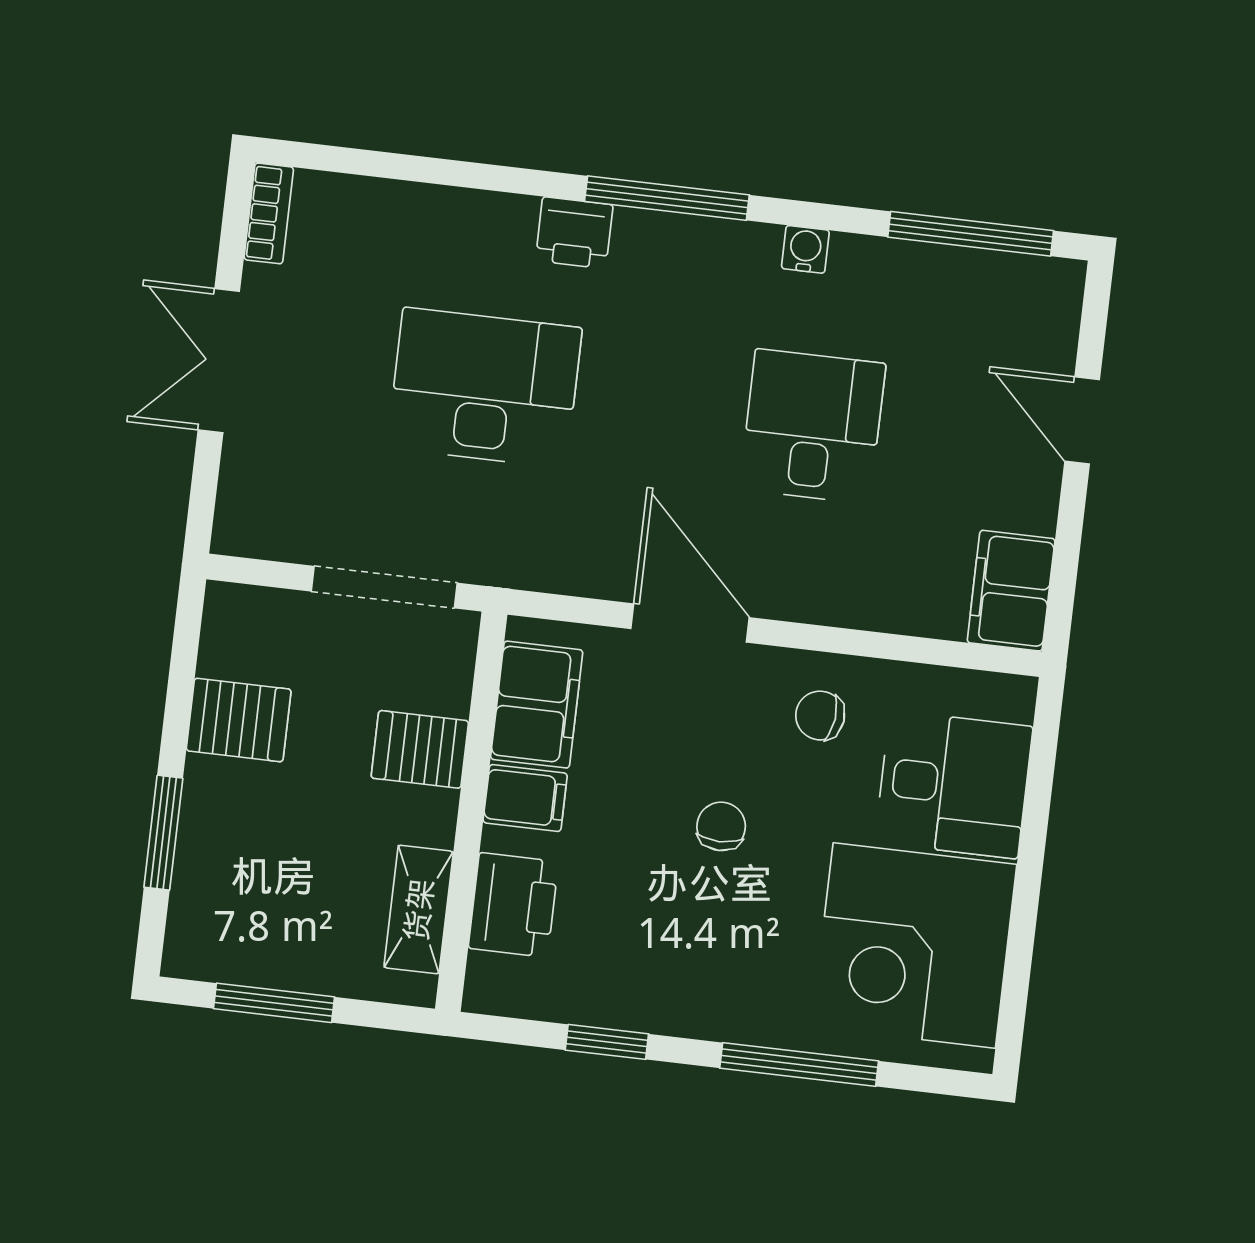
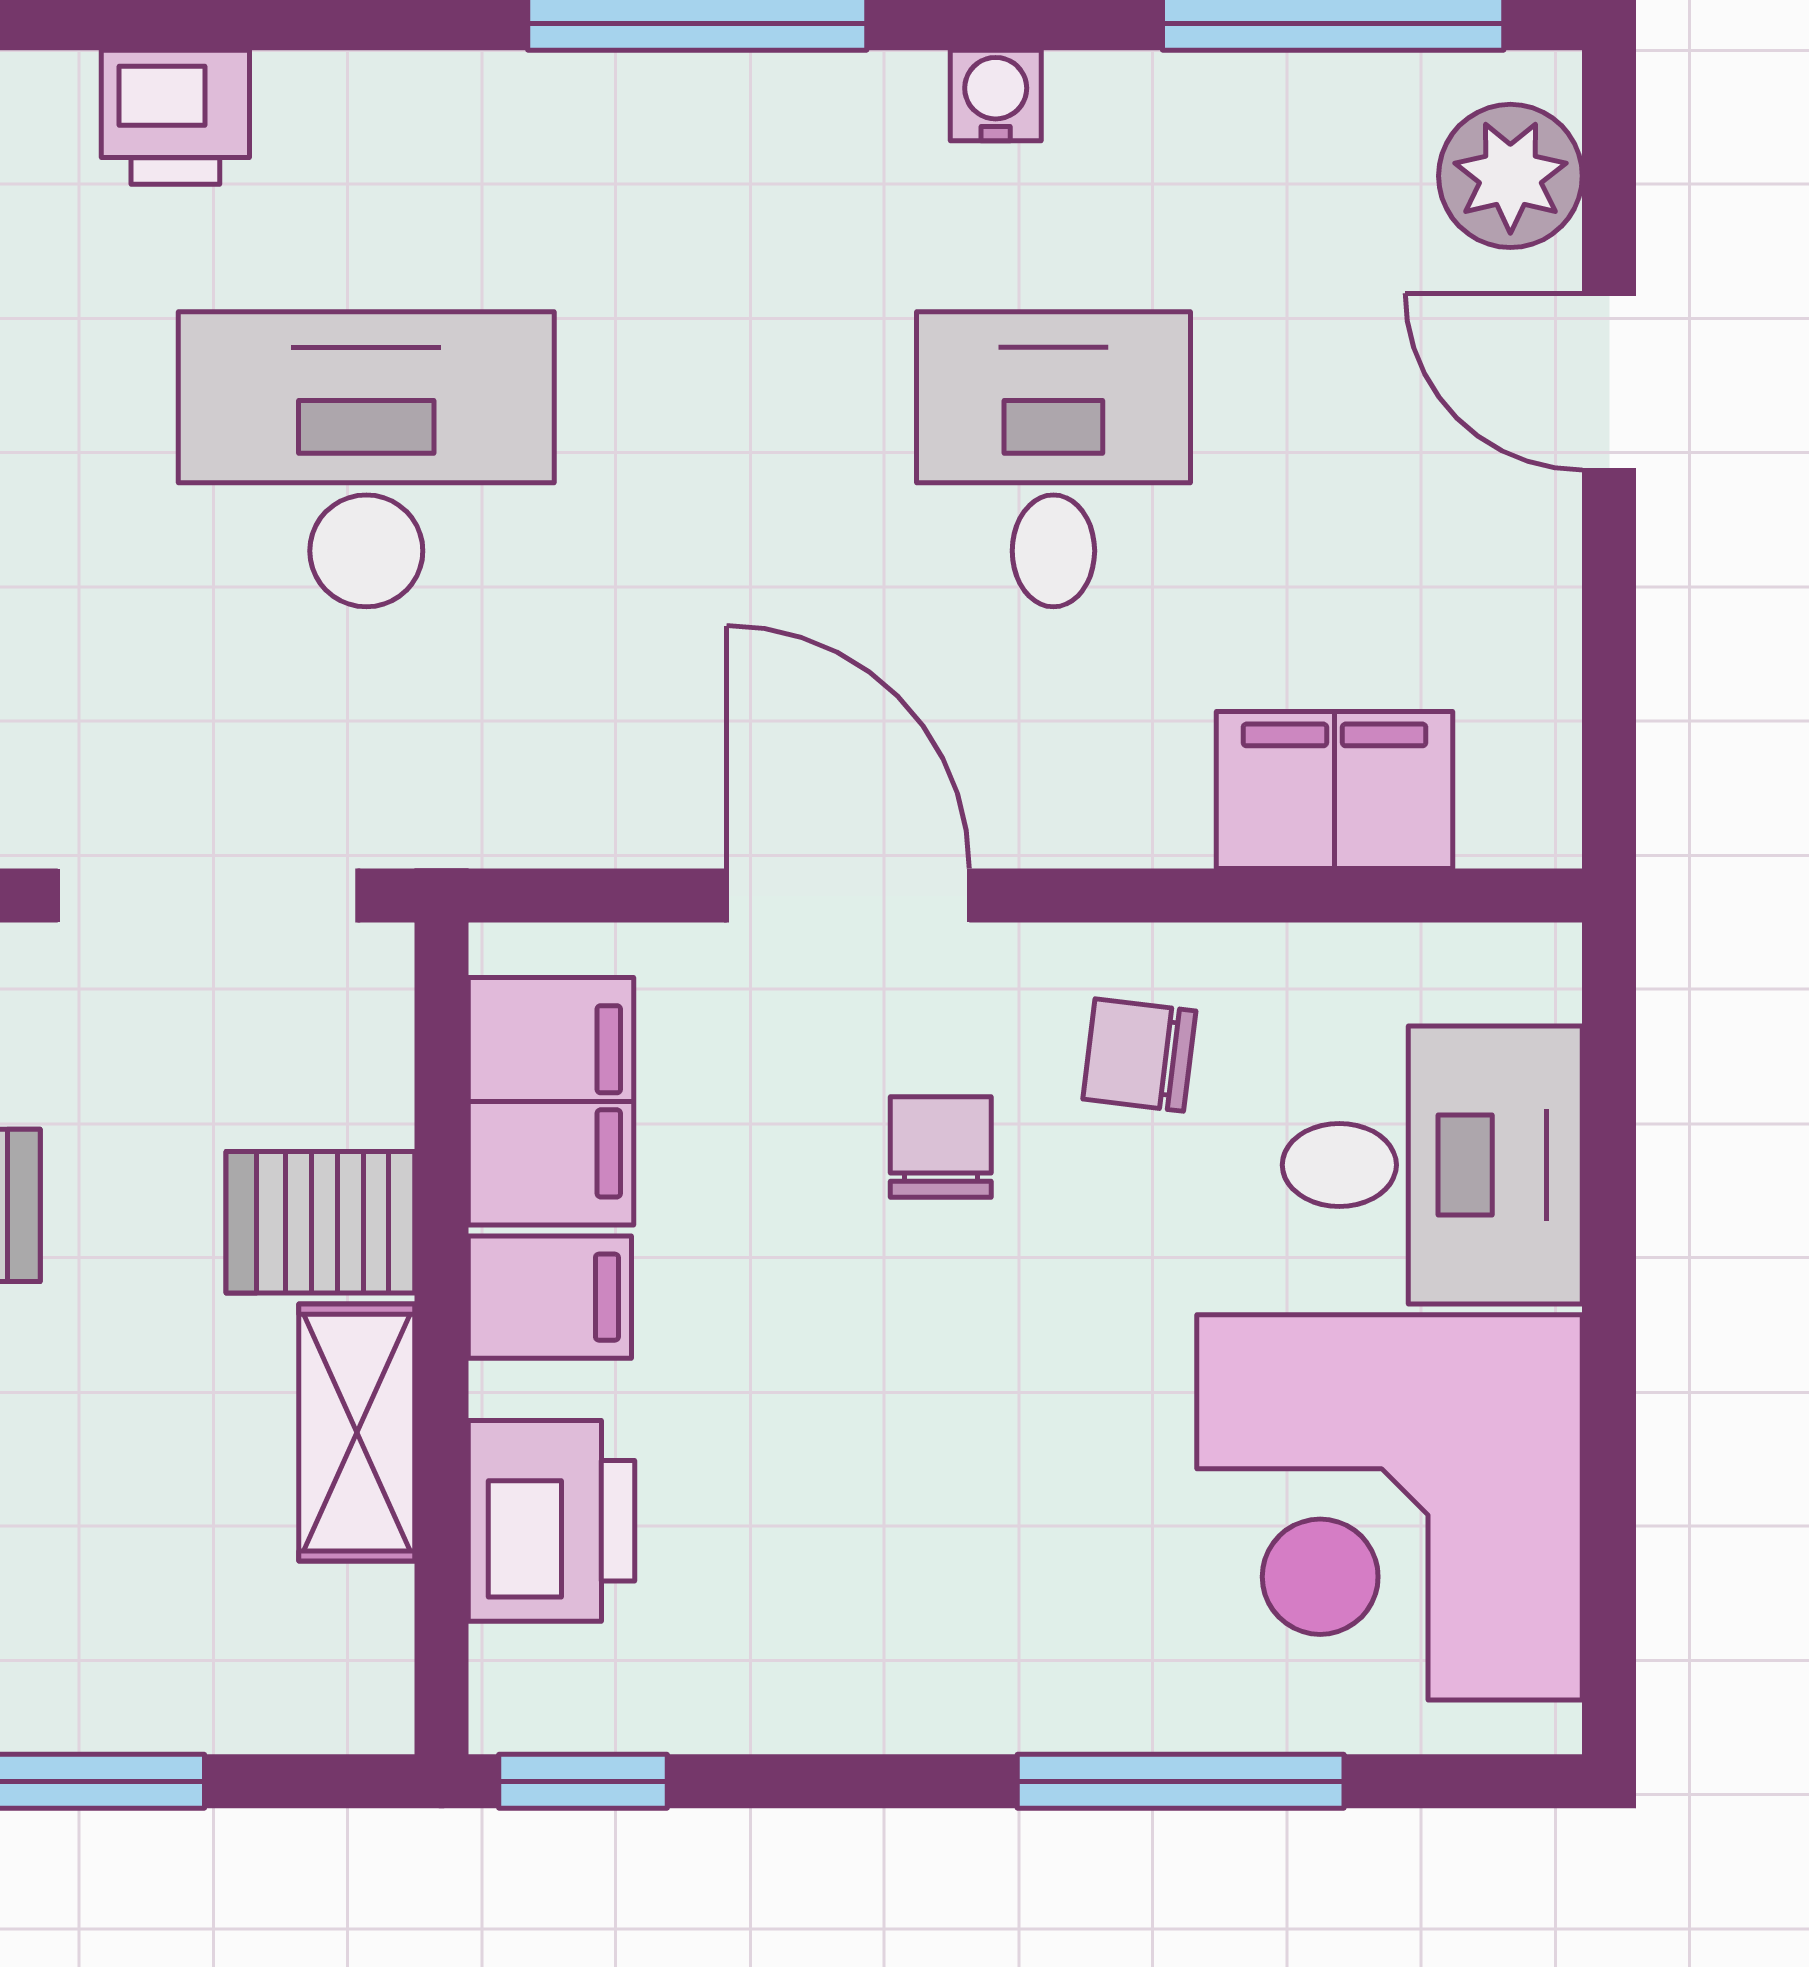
printer: (574, 233) -> (175, 117), moved
plant: (1047, 317) -> (1510, 176), added
filing cabinet: (1011, 591) -> (1334, 790), moved, turned 90
chair: (721, 826) -> (941, 1147), moved
shelving: (419, 910) -> (357, 1433), moved
window: (607, 1042) -> (583, 1781), moved

